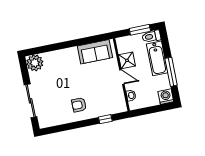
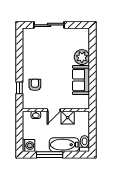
window: (140, 30) -> (92, 134), removed
sofa: (95, 52) -> (81, 80), moved
plant: (35, 63) -> (82, 57), moved
armchair: (79, 105) -> (35, 85), moved

